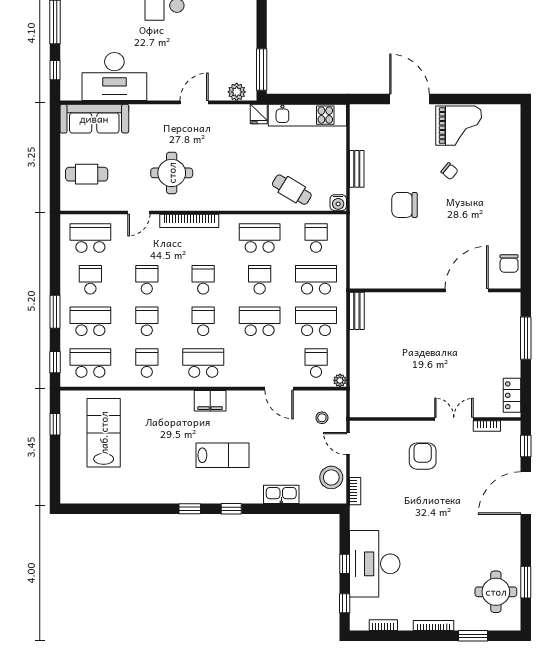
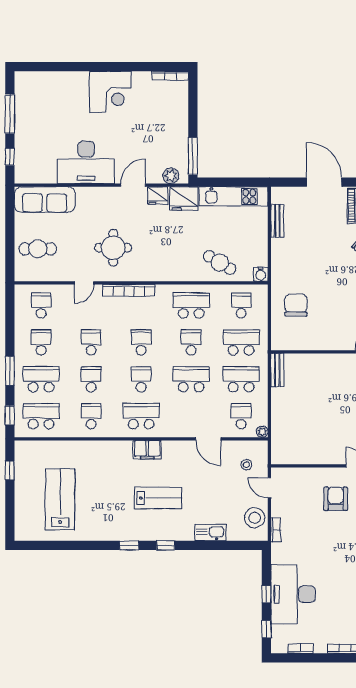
desk: (114, 77) -> (86, 162), moved
fridge: (222, 114) -> (158, 195), added
fridge: (259, 114) -> (184, 198), width x1.88, depth x1.34
bench: (357, 169) -> (277, 221), moved
chair: (405, 205) -> (296, 305), moved, turned 90
school desk: (90, 238) -> (41, 305), width x0.54
lab bench: (104, 433) -> (60, 499), moved

